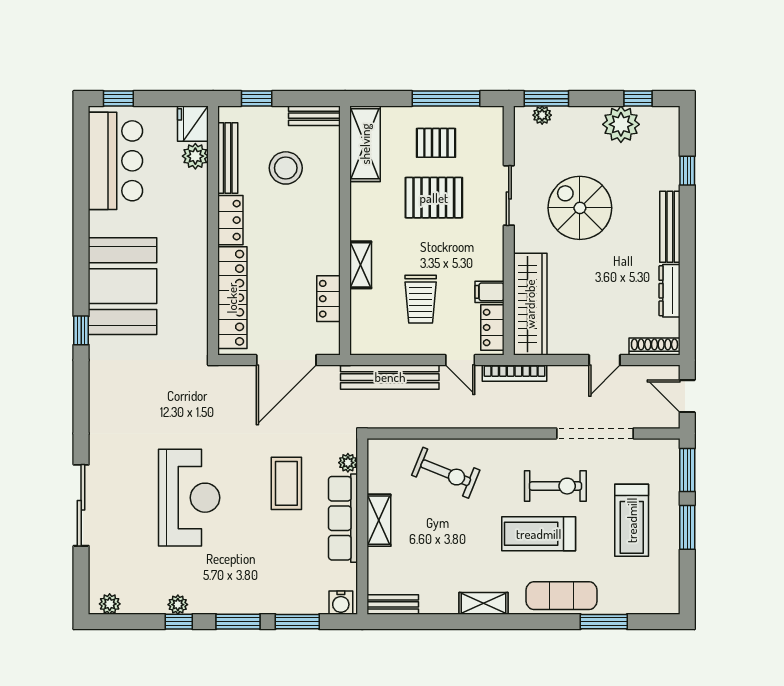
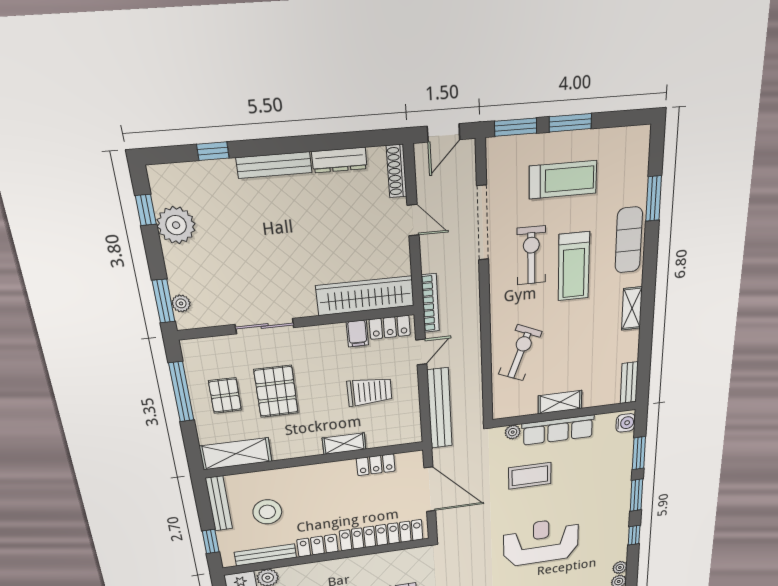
bench: (314, 116) -> (219, 504), width x1.36
spiral stairs: (580, 208) -> (267, 258), removed
plant: (178, 605) -> (620, 567), moved

